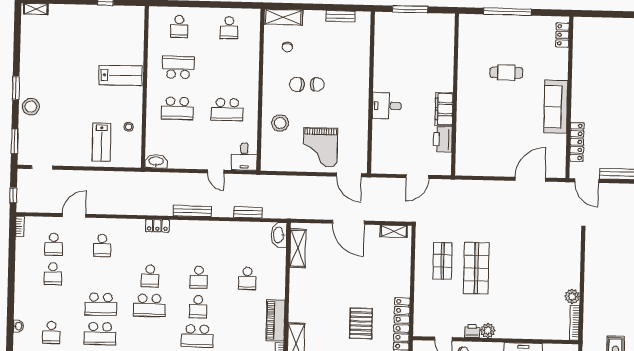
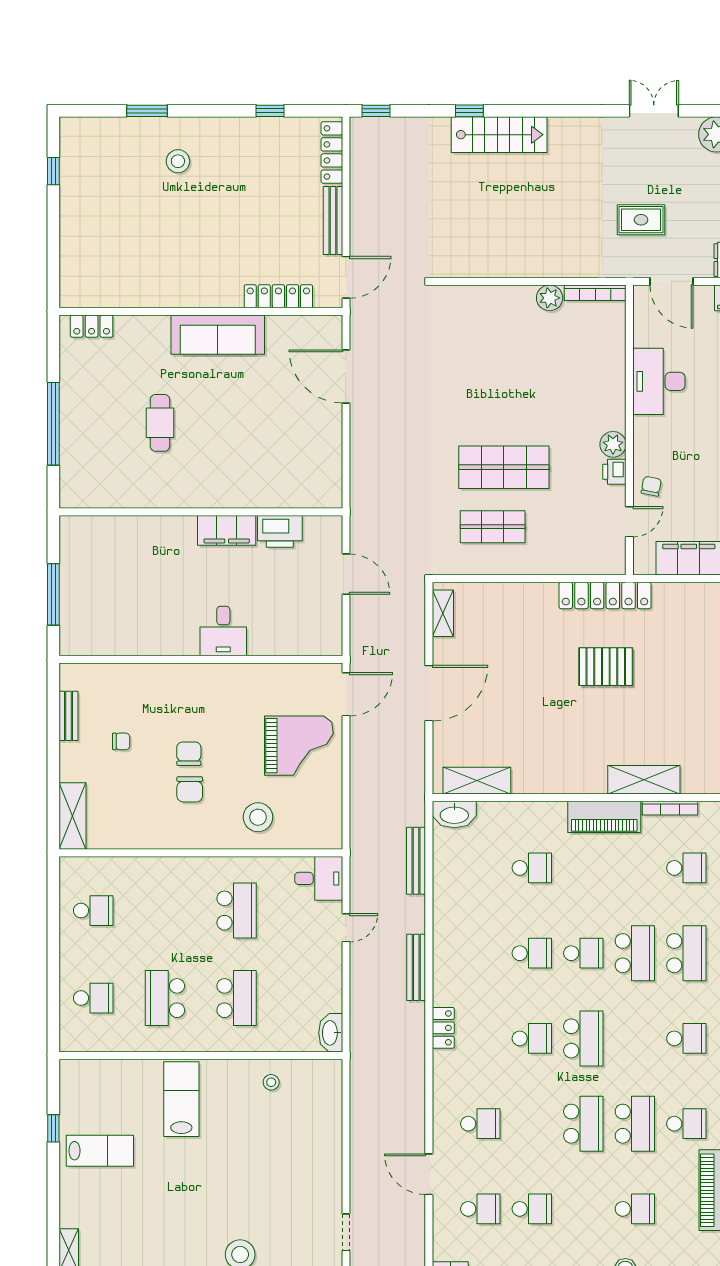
chair: (287, 47) -> (121, 741), moved
lab bench: (101, 142) -> (100, 1151), moved
bench: (248, 212) -> (416, 861), width x1.36

